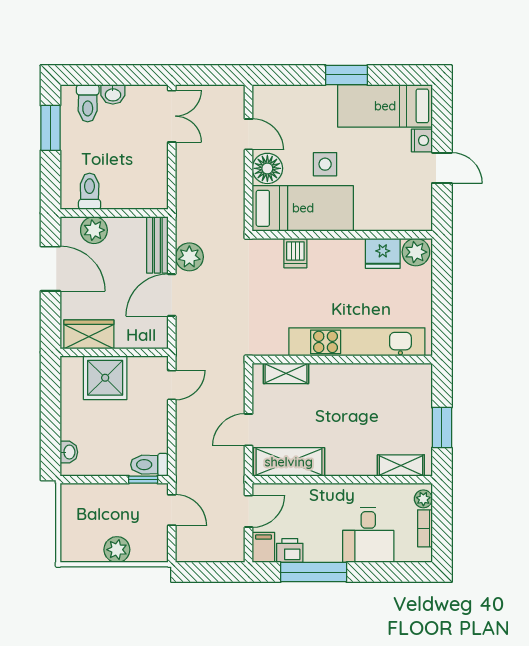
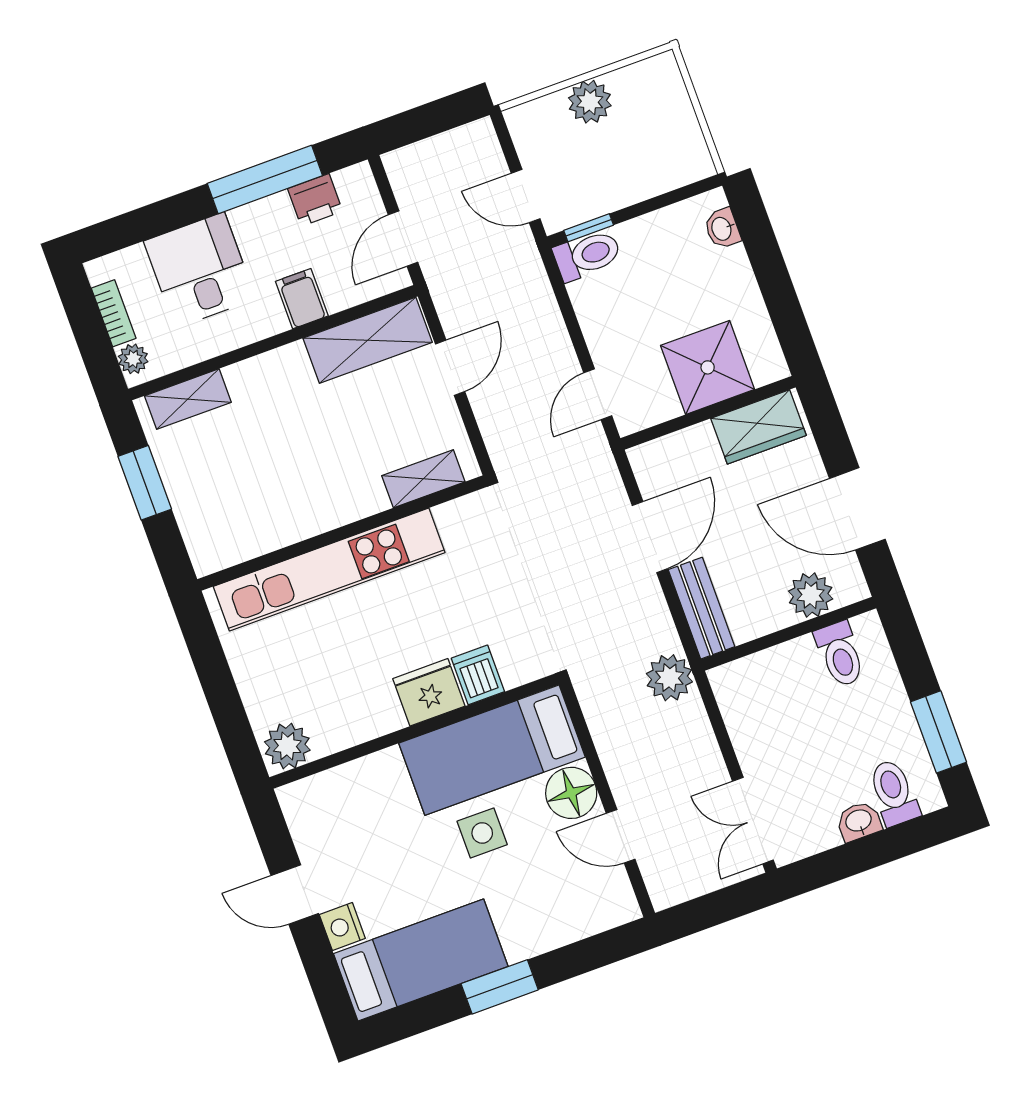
fridge: (383, 253) -> (429, 692), moved
plant: (189, 257) -> (669, 678), moved
filing cabinet: (263, 547) -> (302, 299), moved, turned 180

